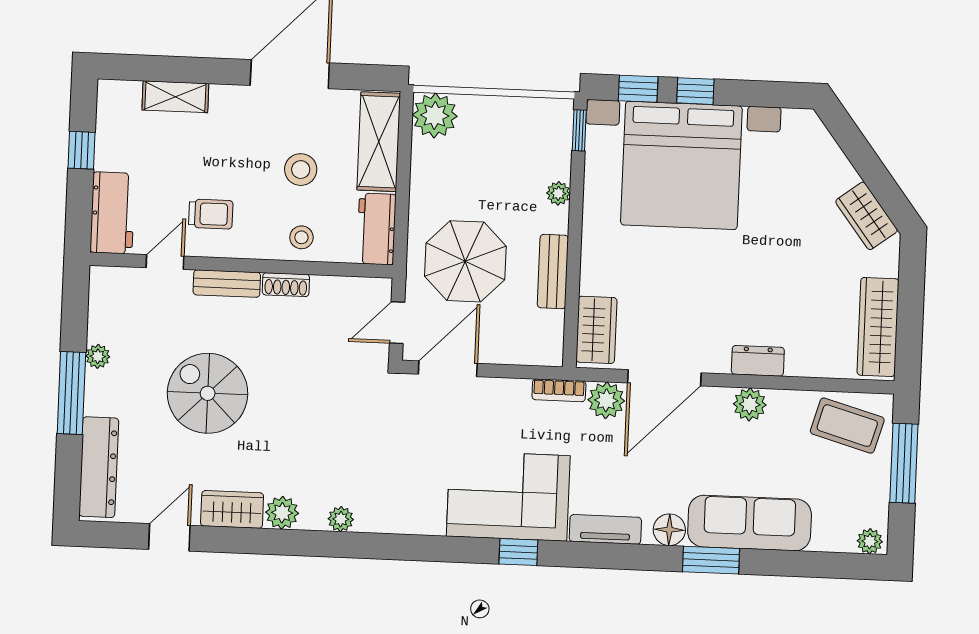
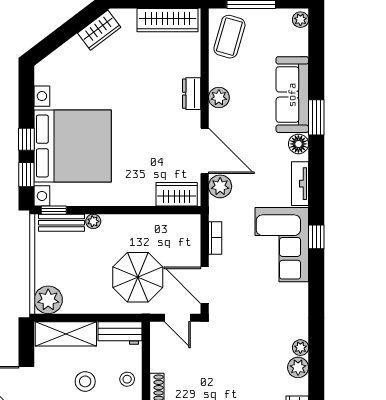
bench: (553, 272) -> (61, 223), moved
bookcase: (559, 390) -> (215, 238), moved
plant: (282, 513) -> (298, 367), moved

